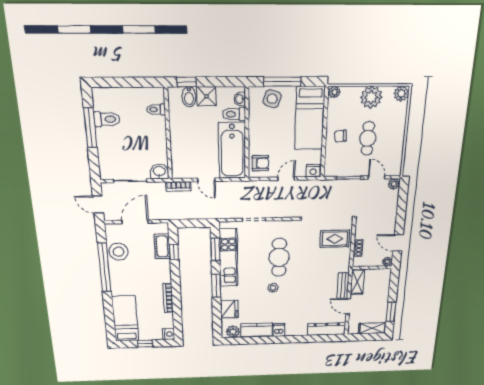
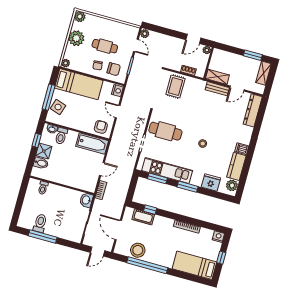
window: (187, 82) -> (37, 140), moved
bathtub: (232, 151) -> (92, 143), width x0.73, depth x0.73
chair: (340, 158) -> (114, 69), added
door: (377, 177) -> (136, 45), swing flipped
cafe table: (279, 257) -> (165, 131), moved

